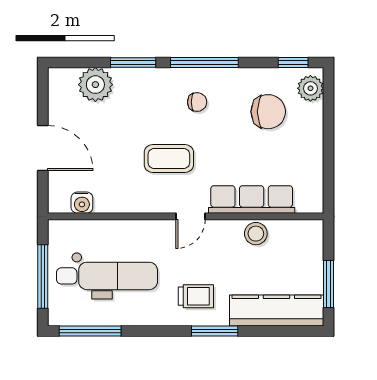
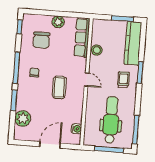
plant: (310, 88) -> (58, 22), moved
chair: (268, 112) -> (41, 40), turned 180
row of seats: (252, 200) -> (82, 38), moved

